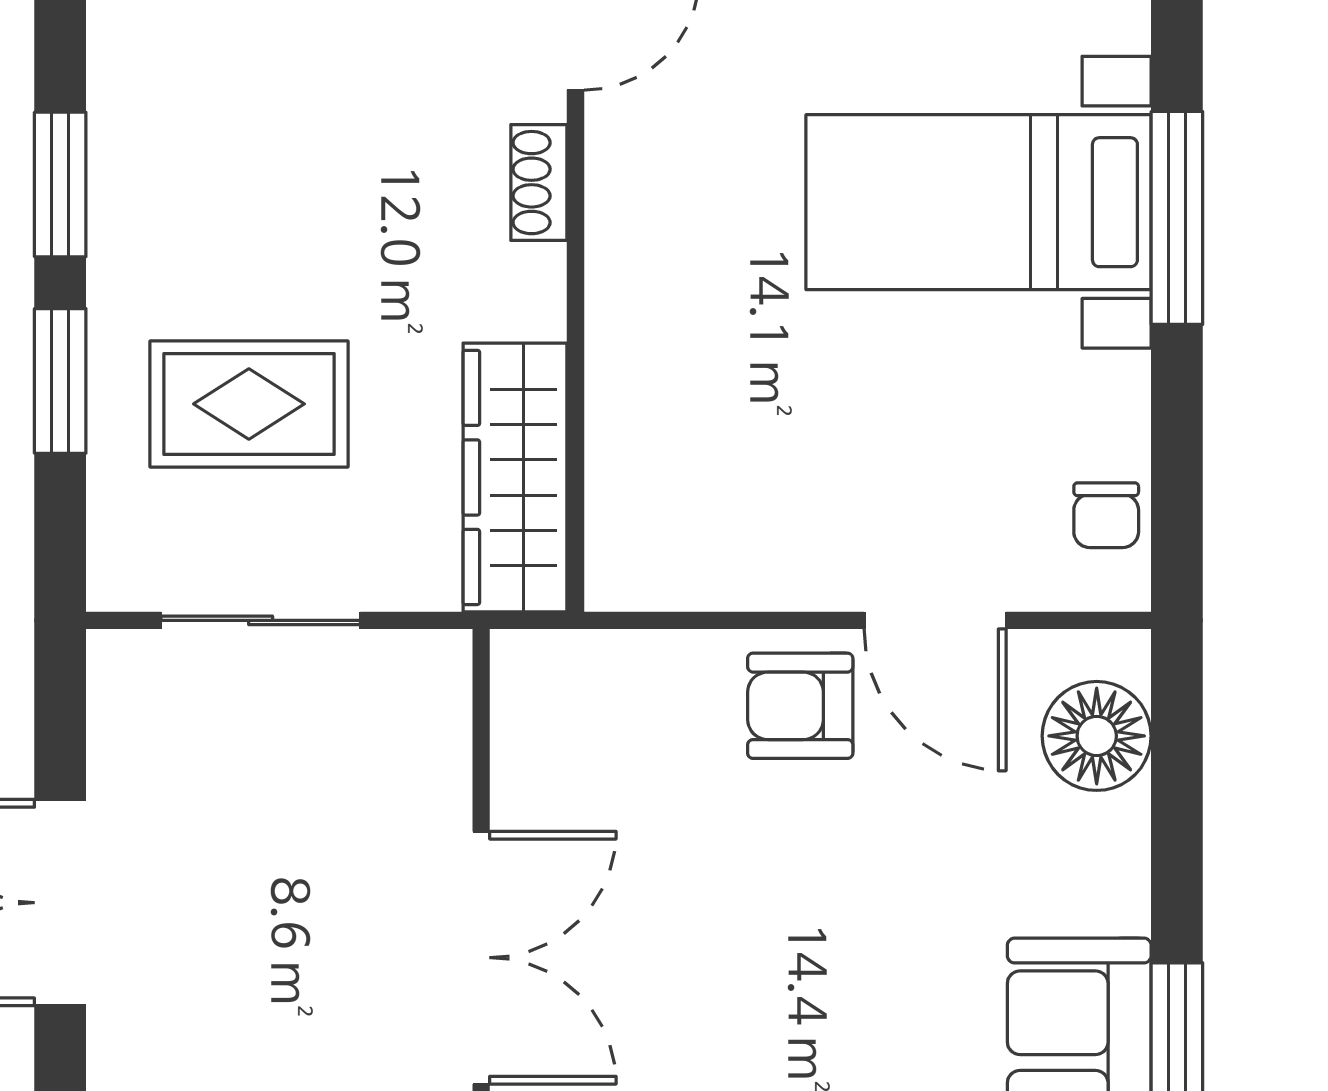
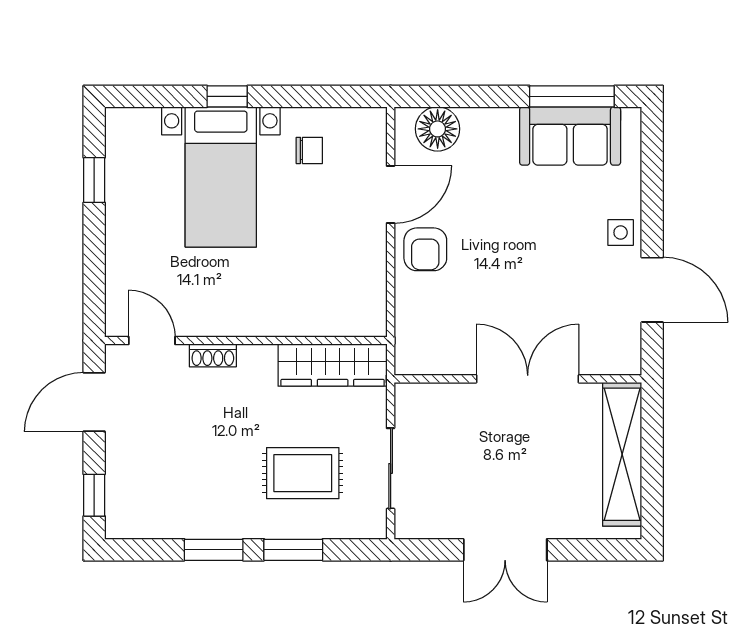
window: (1177, 218) -> (227, 96), width x0.46
rug: (249, 404) -> (303, 473), turned 90
chair: (1106, 515) -> (309, 150), moved

